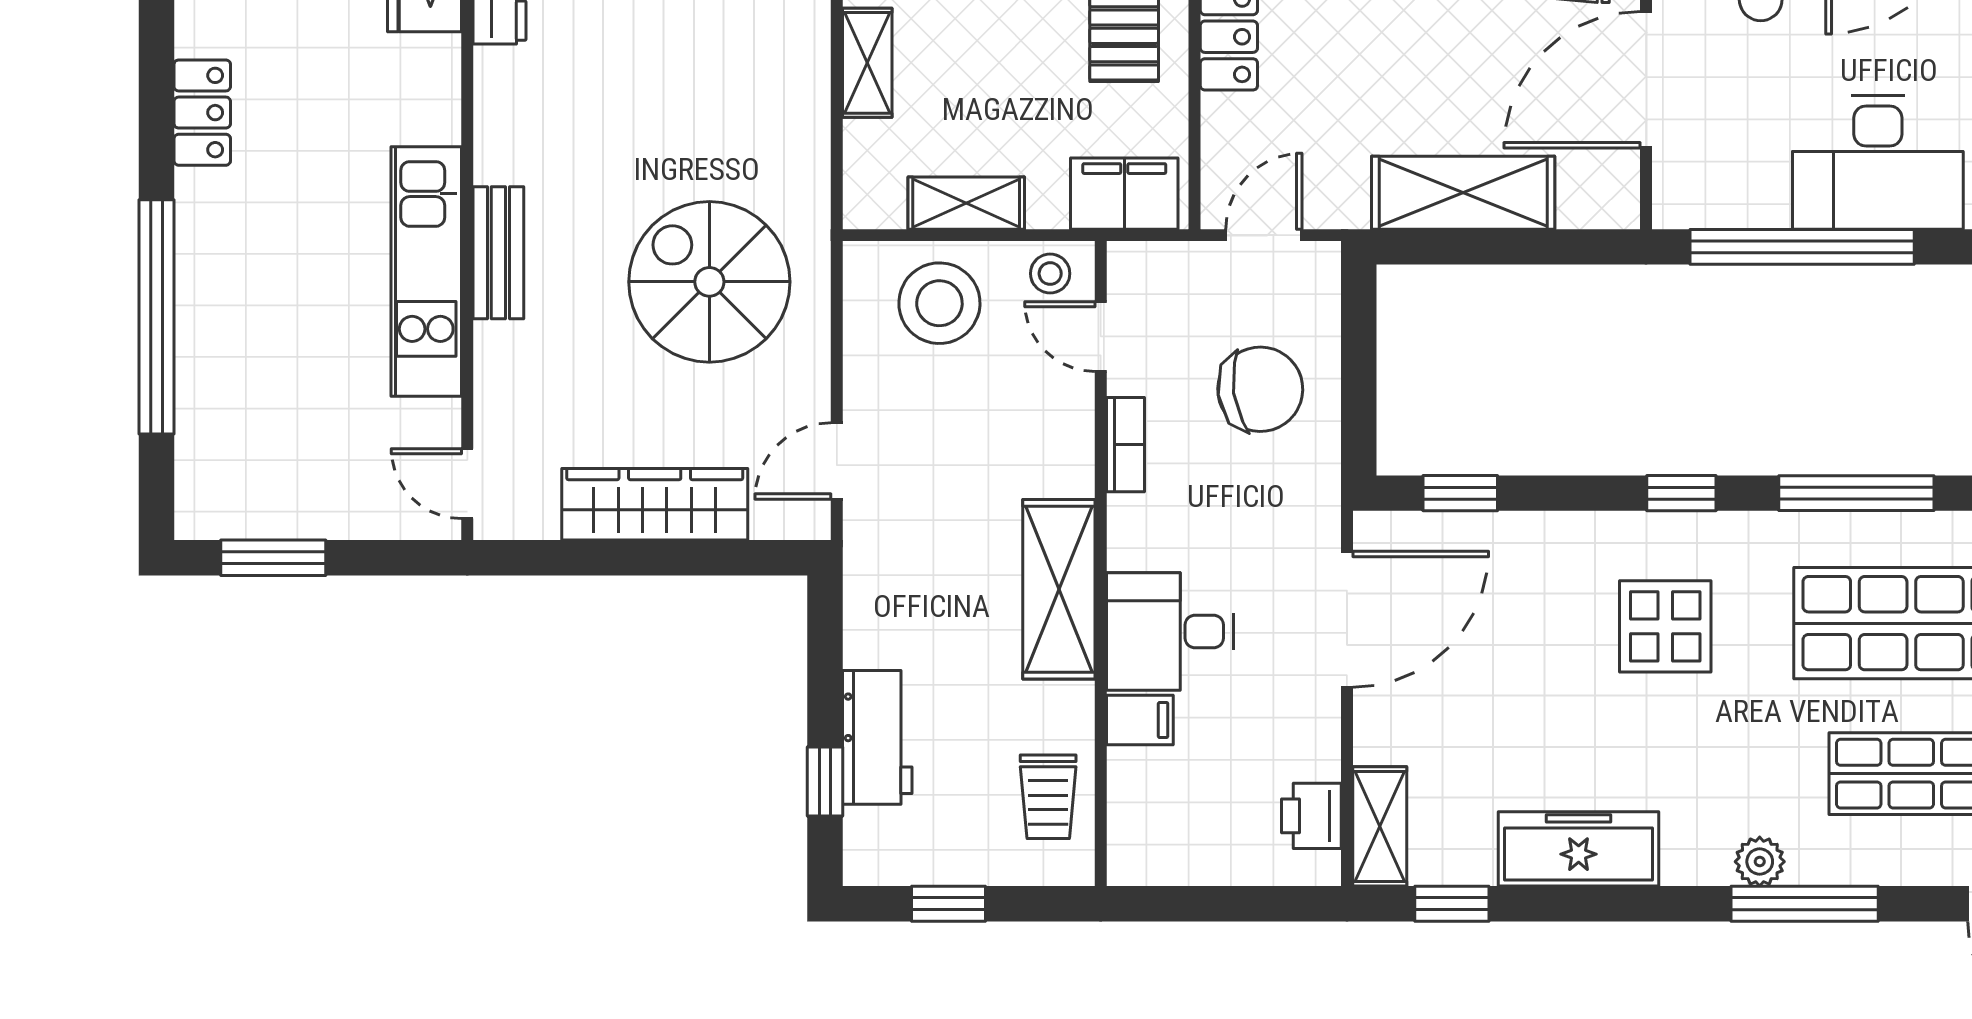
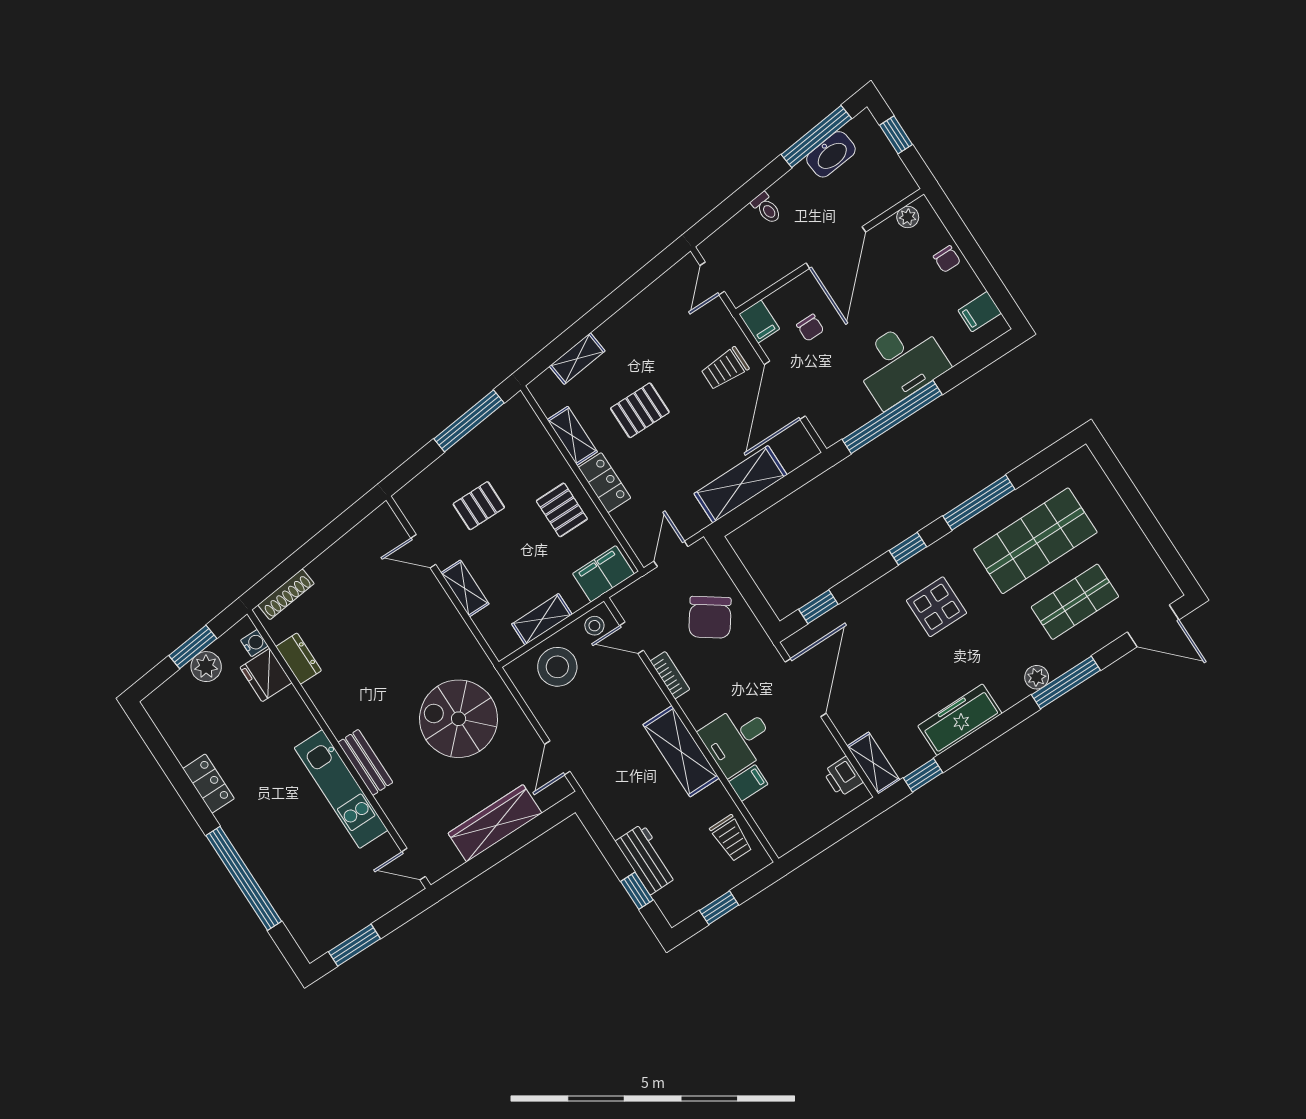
chair: (1260, 389) -> (710, 617), turned 133

